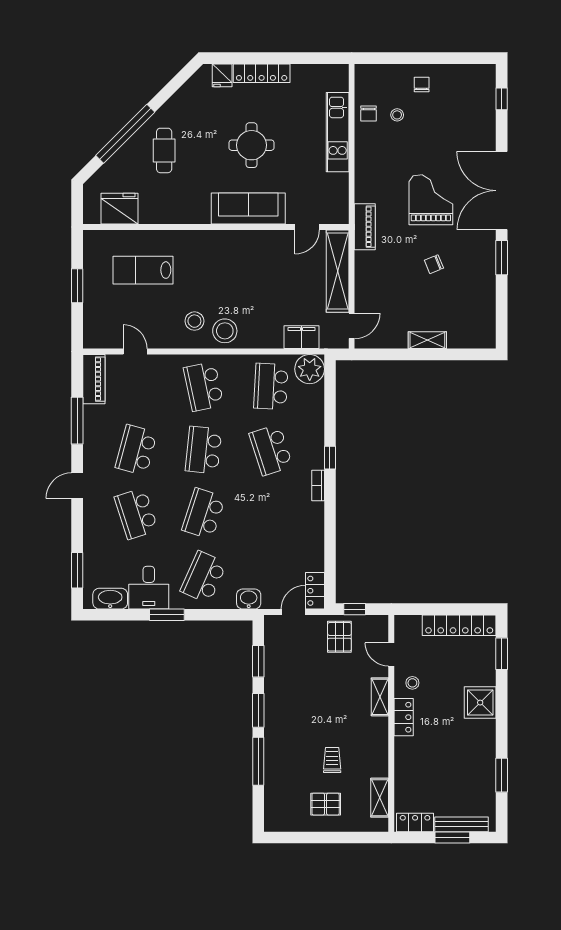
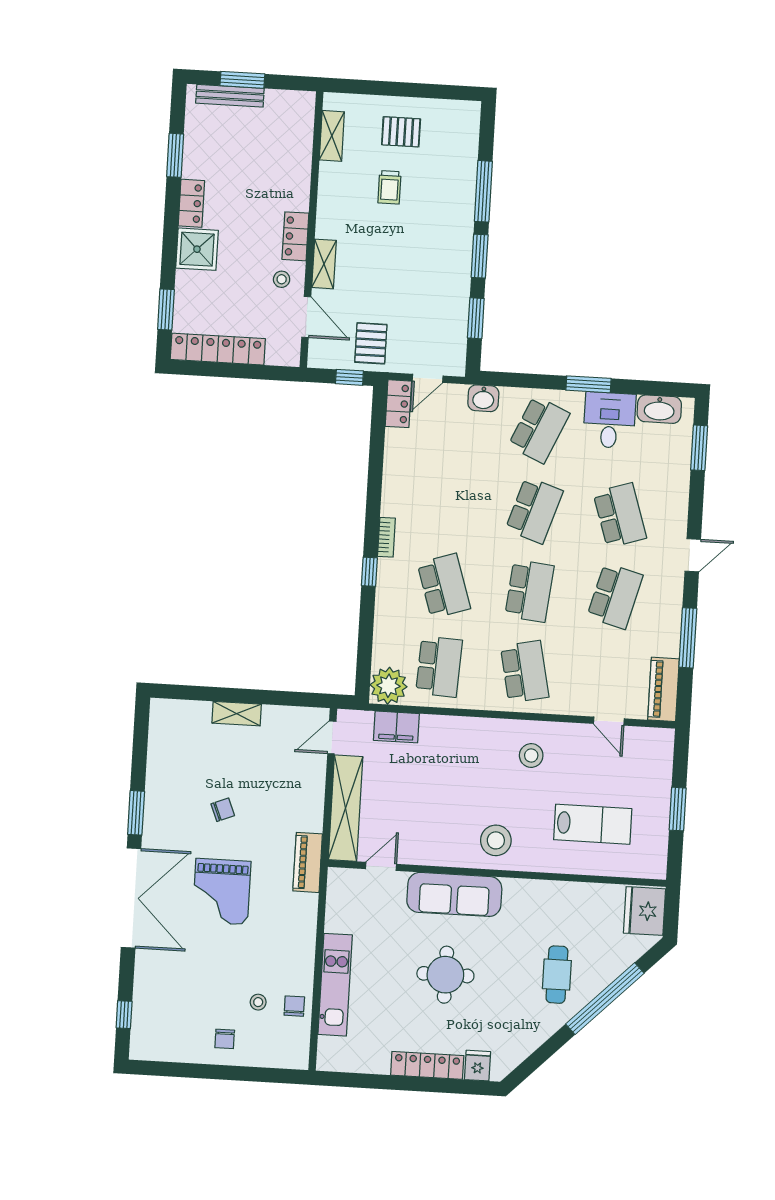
fridge: (119, 209) -> (645, 911), moved, turned 90
stool: (225, 331) -> (496, 840), moved
door: (391, 654) -> (306, 317), width x1.38
locker: (415, 822) -> (191, 203), moved, turned -90

